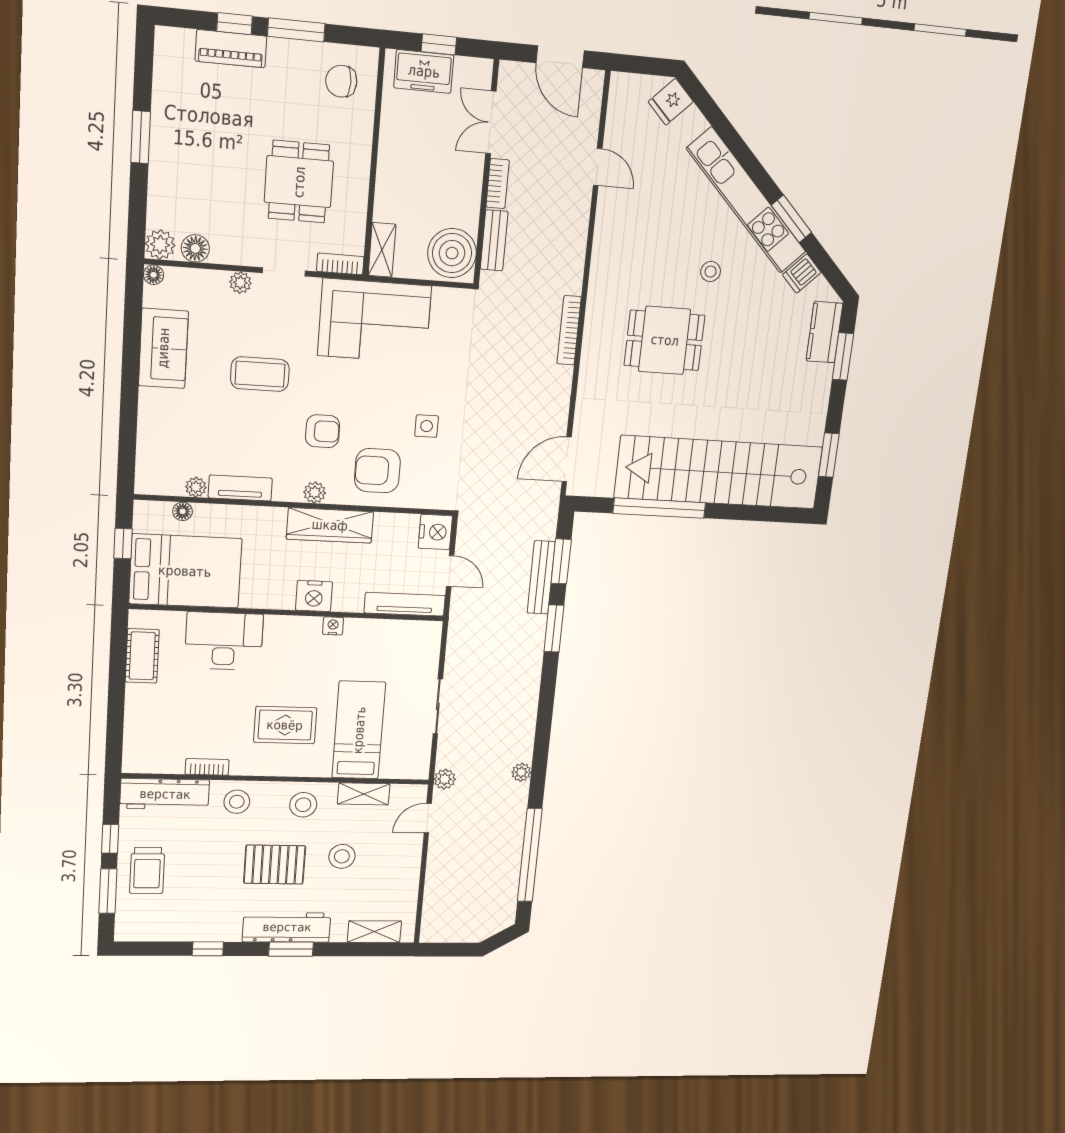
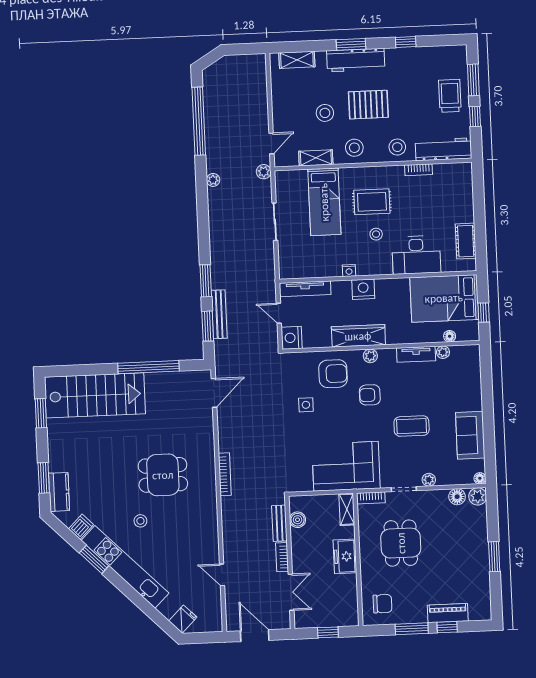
freezer: (424, 71) -> (345, 556), moved, turned -90
boiler: (452, 253) -> (298, 520), width x0.54, depth x0.54
stairs: (719, 472) -> (95, 395), width x0.73
stool: (284, 677) -> (376, 234), added

